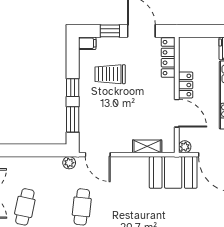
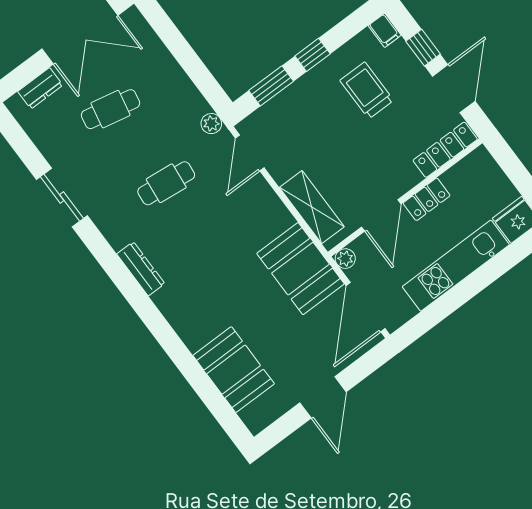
shelving: (147, 146) -> (312, 207), width x1.50, depth x1.33

